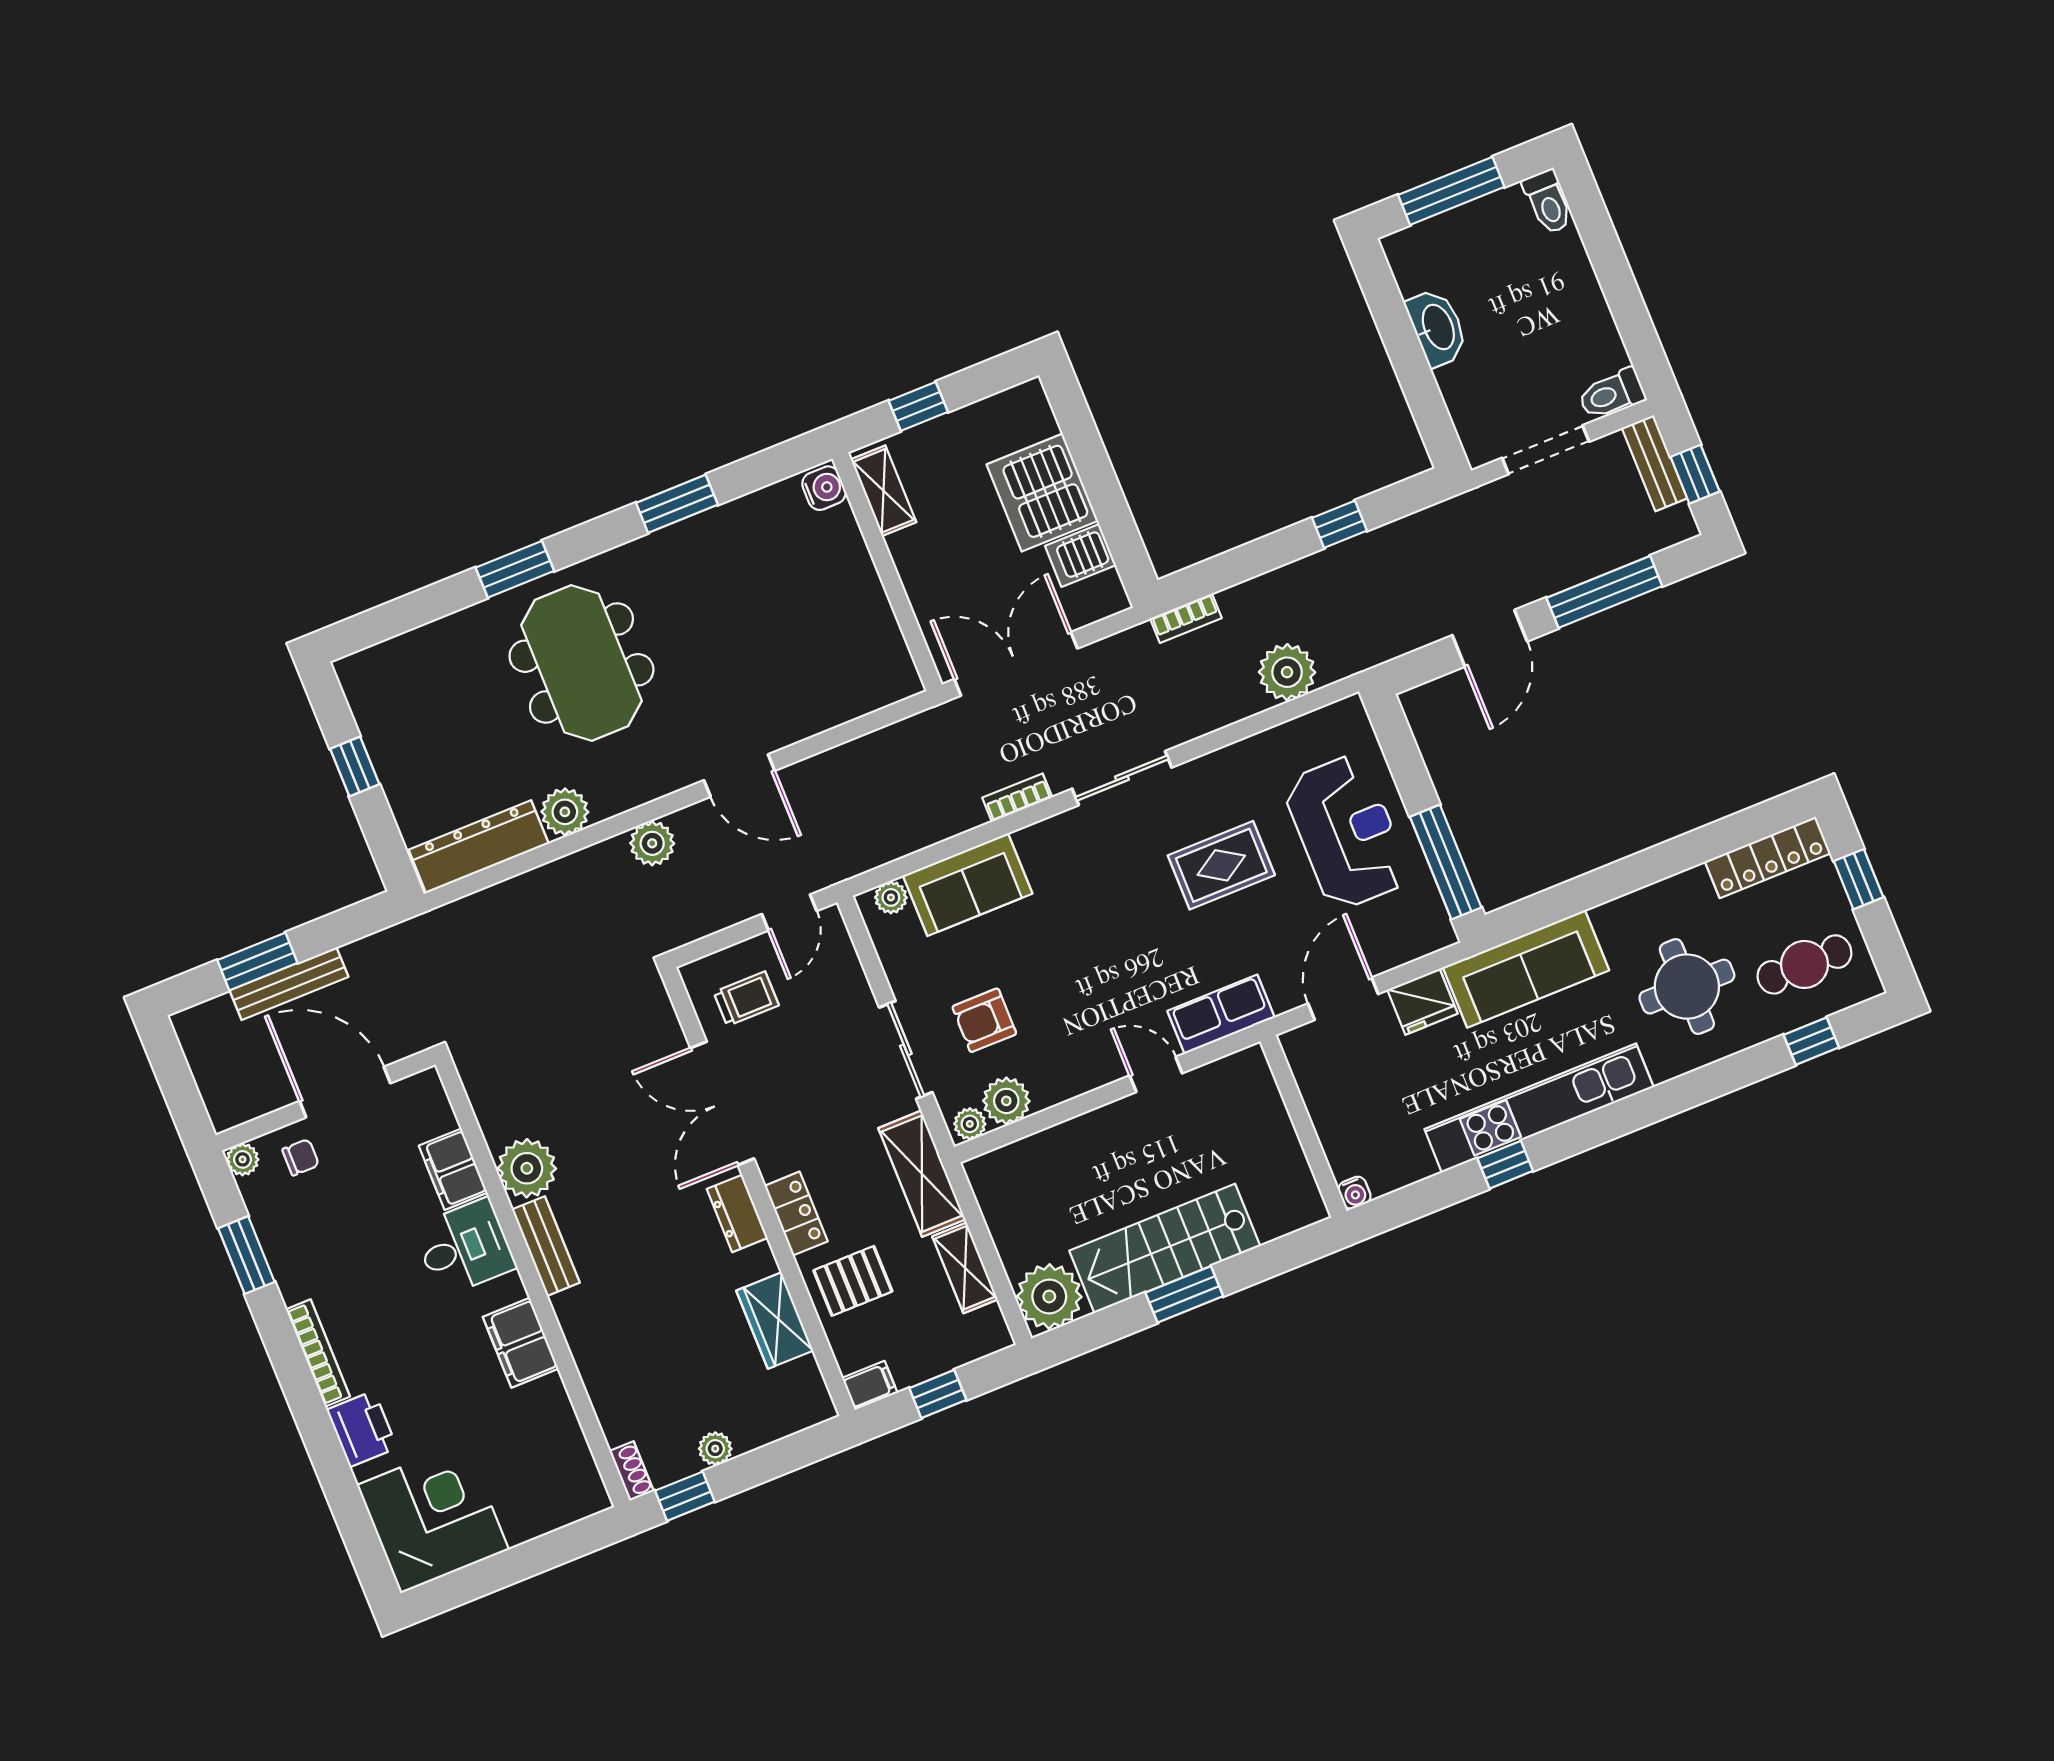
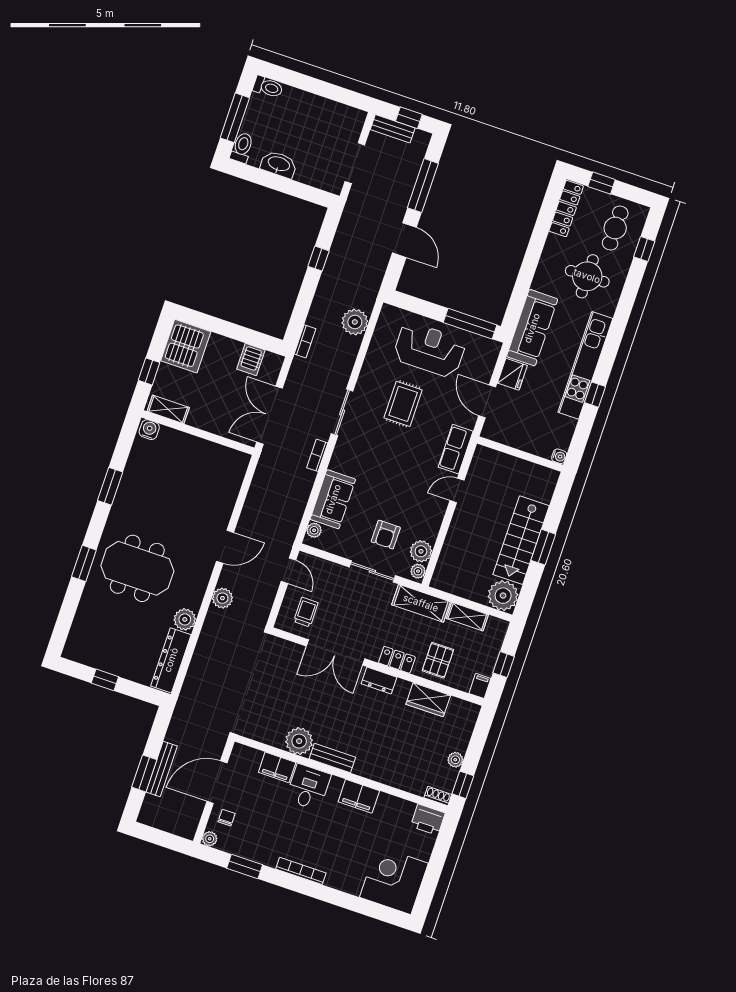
toilet: (1612, 394) -> (242, 148), moved, turned 180
server rack: (1042, 493) -> (186, 346), moved, turned -90
printer: (362, 1429) -> (428, 820), moved, turned 180

